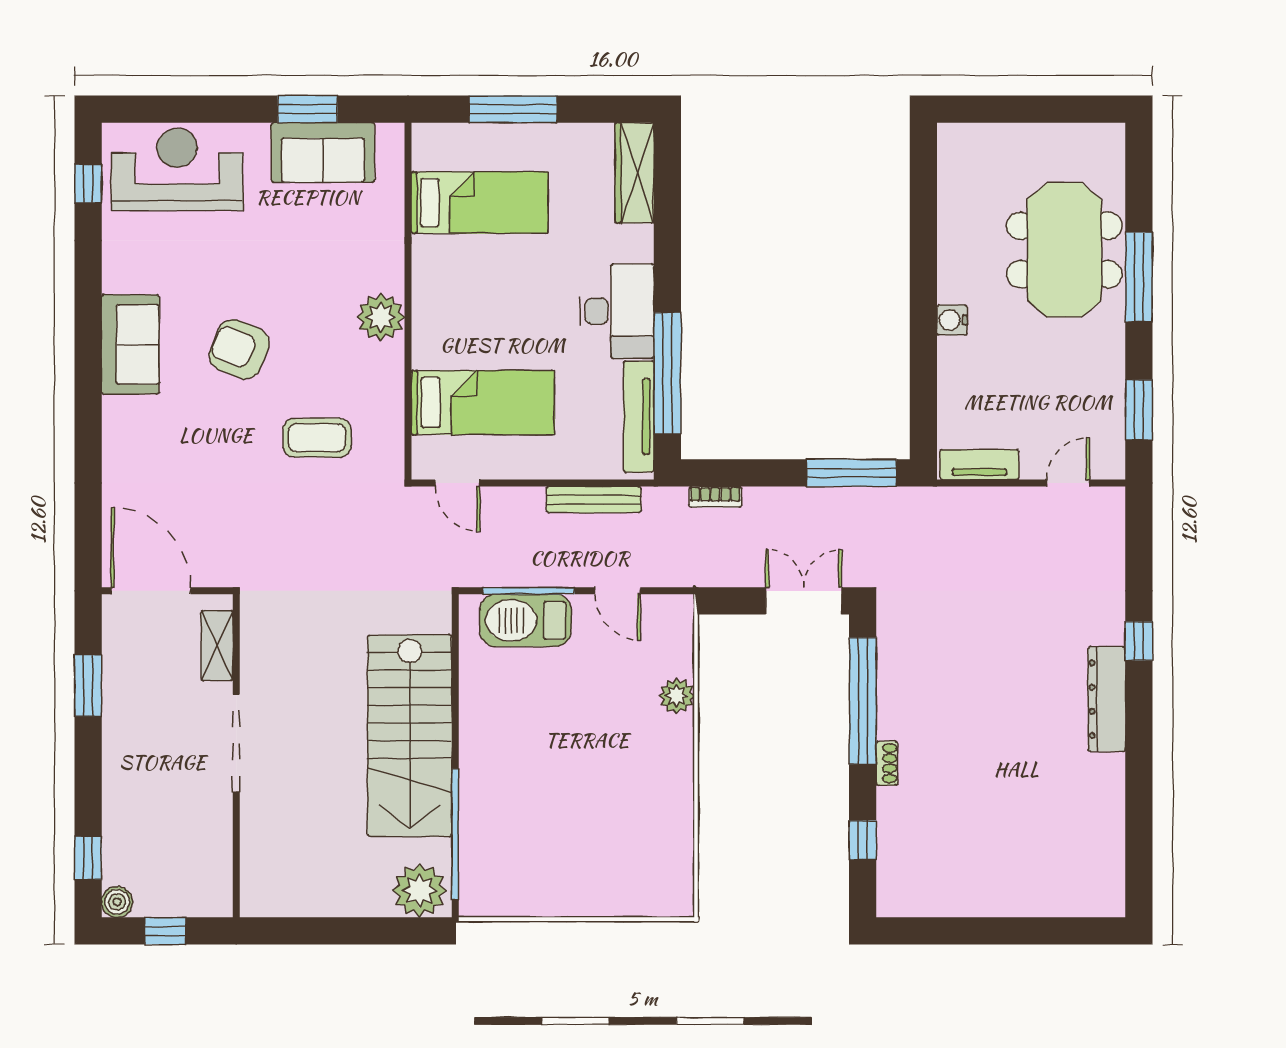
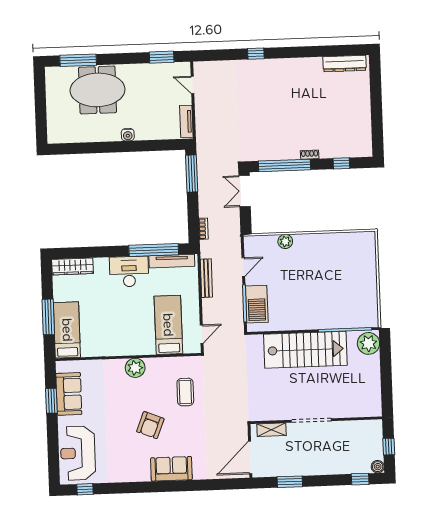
bed: (480, 203) -> (67, 330), moved
window: (1139, 277) -> (78, 60), moved
sofa: (130, 344) -> (171, 469), moved
dresser: (1107, 699) -> (345, 64), moved

